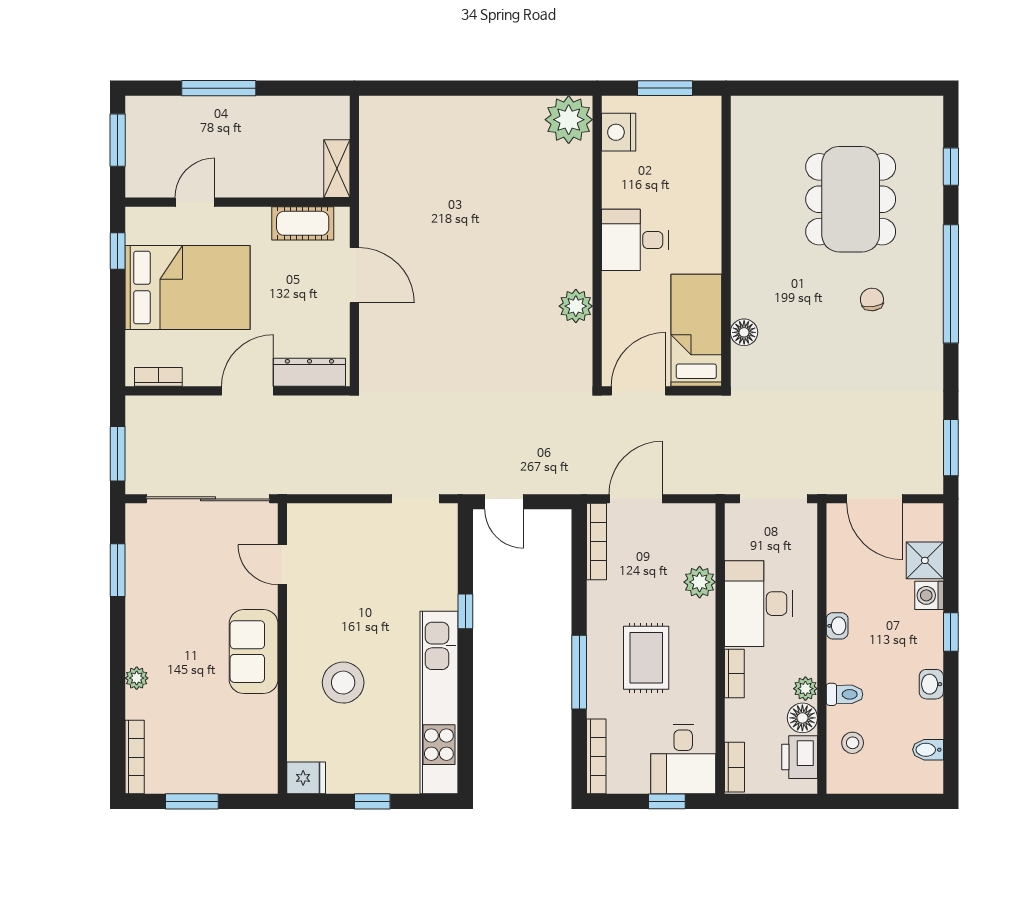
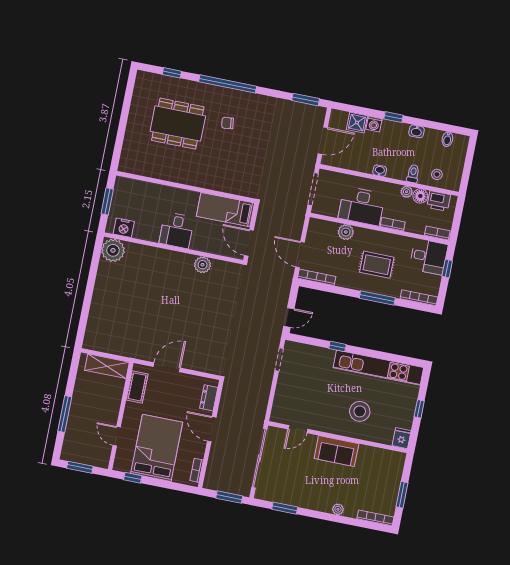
shelving: (337, 169) -> (107, 366), width x1.50, depth x1.33
floor lamp: (744, 332) -> (231, 187), removed
dresser: (309, 372) -> (209, 398), width x0.70

